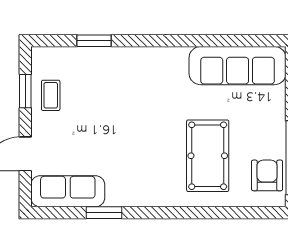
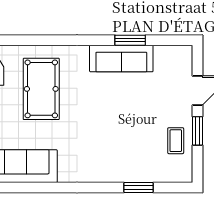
window: (25, 91) -> (198, 131), moved
sofa: (68, 191) -> (121, 58), moved

